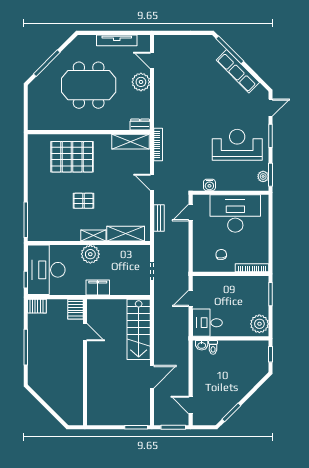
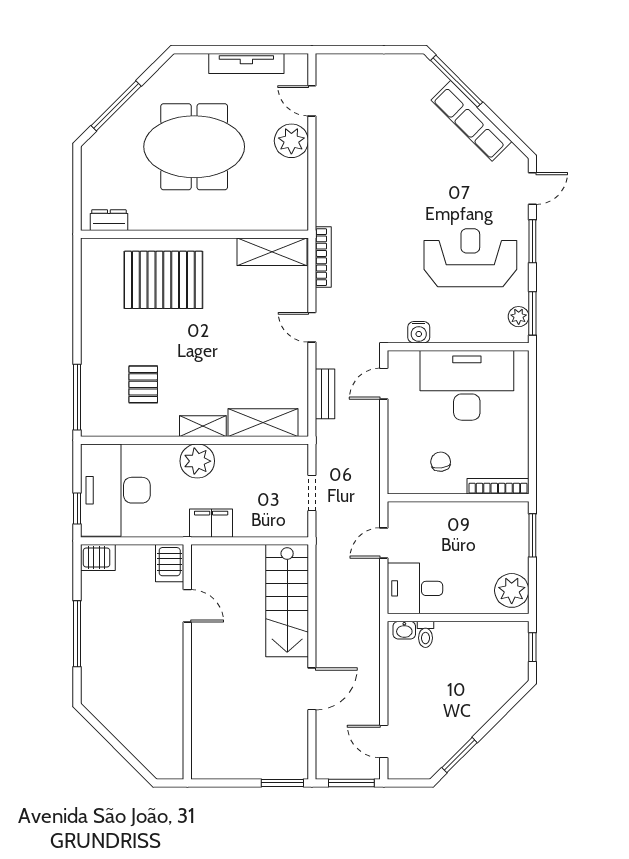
dresser: (140, 125) -> (109, 220), moved
pallet: (83, 201) -> (143, 384), moved, turned 90

